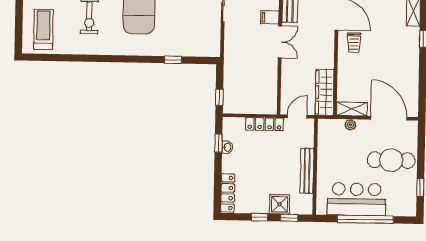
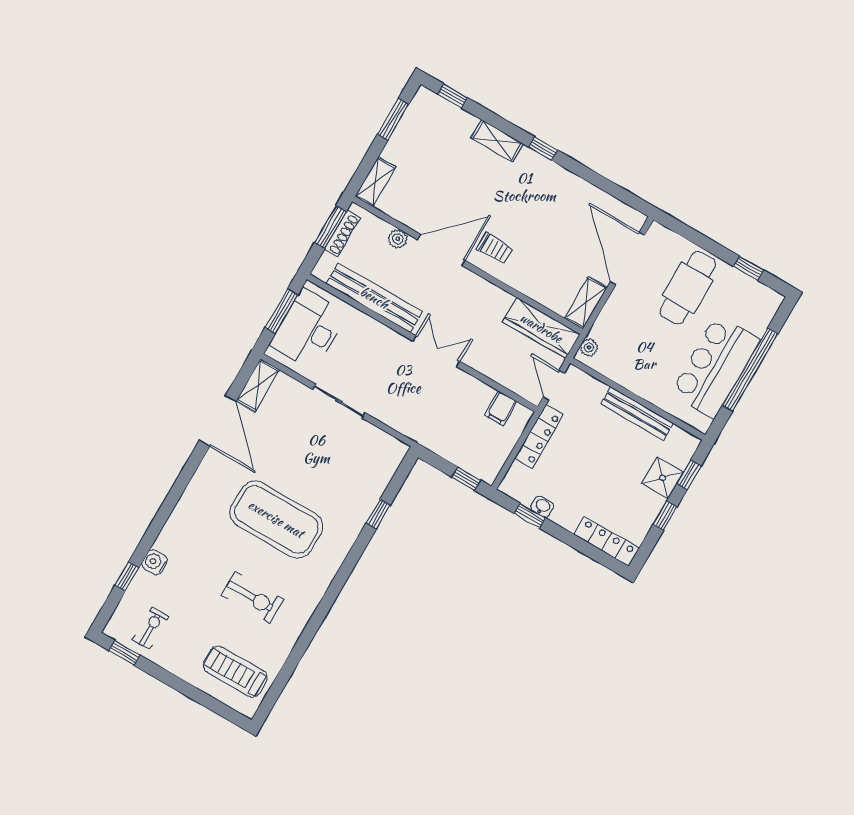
filing cabinet: (270, 17) -> (501, 408), moved
door: (389, 118) -> (627, 259), hinge flipped
plant: (350, 125) -> (589, 347), moved

